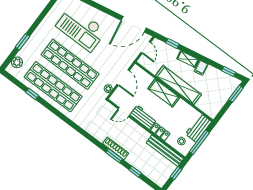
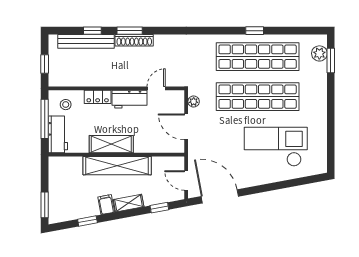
door: (134, 24) -> (220, 196), hinge flipped
window: (22, 42) -> (331, 61), moved
window: (229, 71) -> (87, 221), moved
shelving: (164, 93) -> (111, 144), moved
window: (32, 94) -> (255, 31), moved
bench: (165, 151) -> (86, 41), moved

